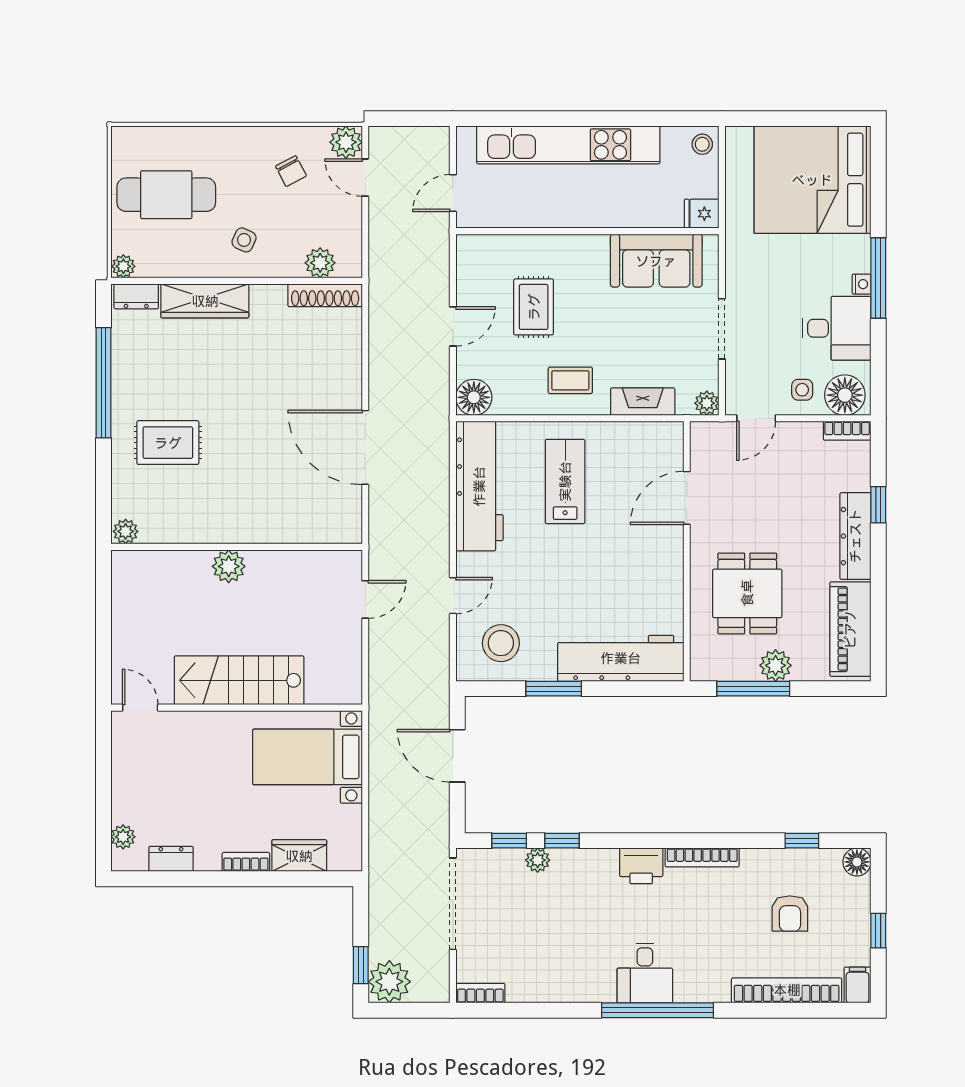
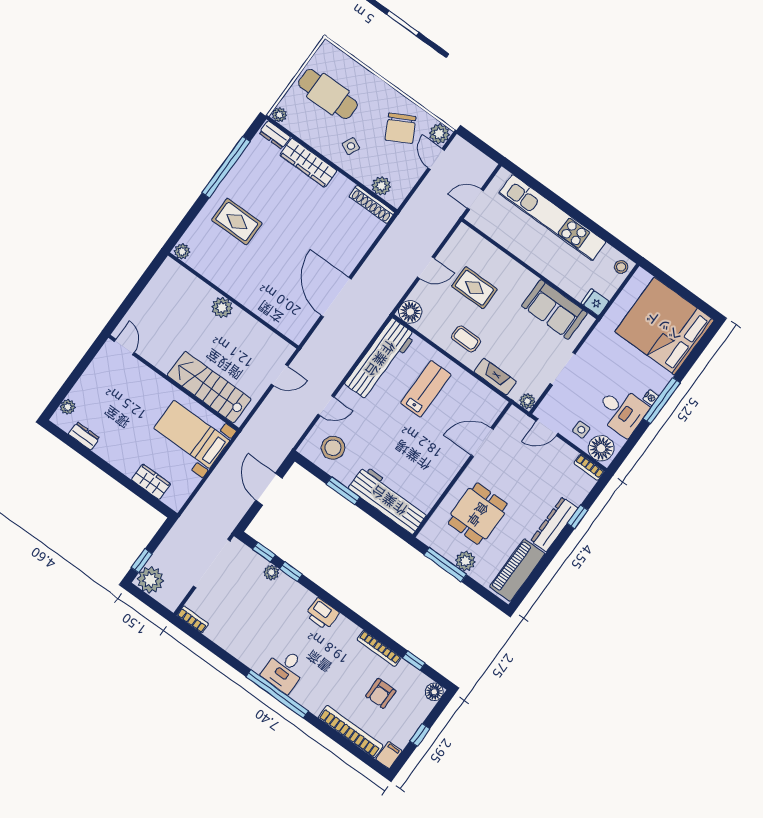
chair: (291, 171) -> (400, 128), width x1.87, depth x1.87
rug: (534, 307) -> (474, 288), turned 90
stairs: (239, 680) -> (209, 387), moved
bookcase: (702, 857) -> (379, 648), moved
bookcase: (246, 862) -> (121, 465), removed

